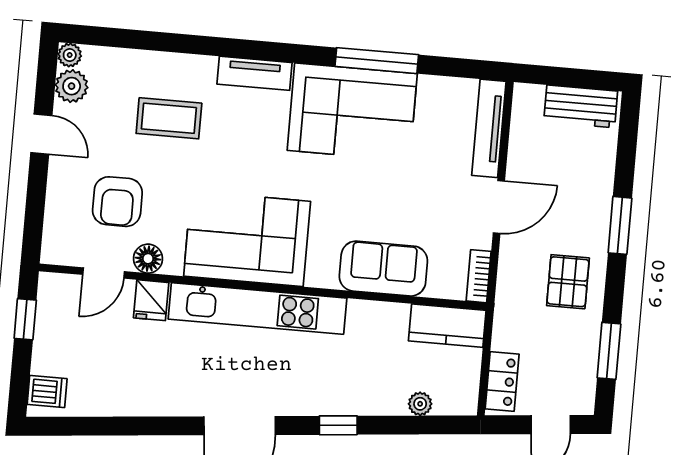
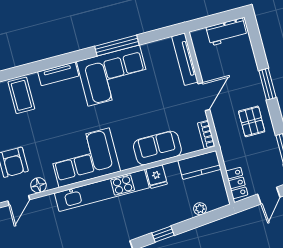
coffee table: (169, 118) -> (21, 95), moved, turned 90
fridge: (151, 300) -> (157, 177), moved

